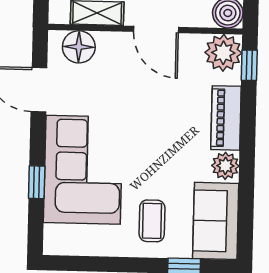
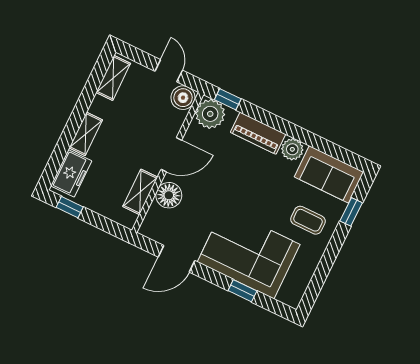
floor lamp: (79, 47) -> (169, 195), moved

